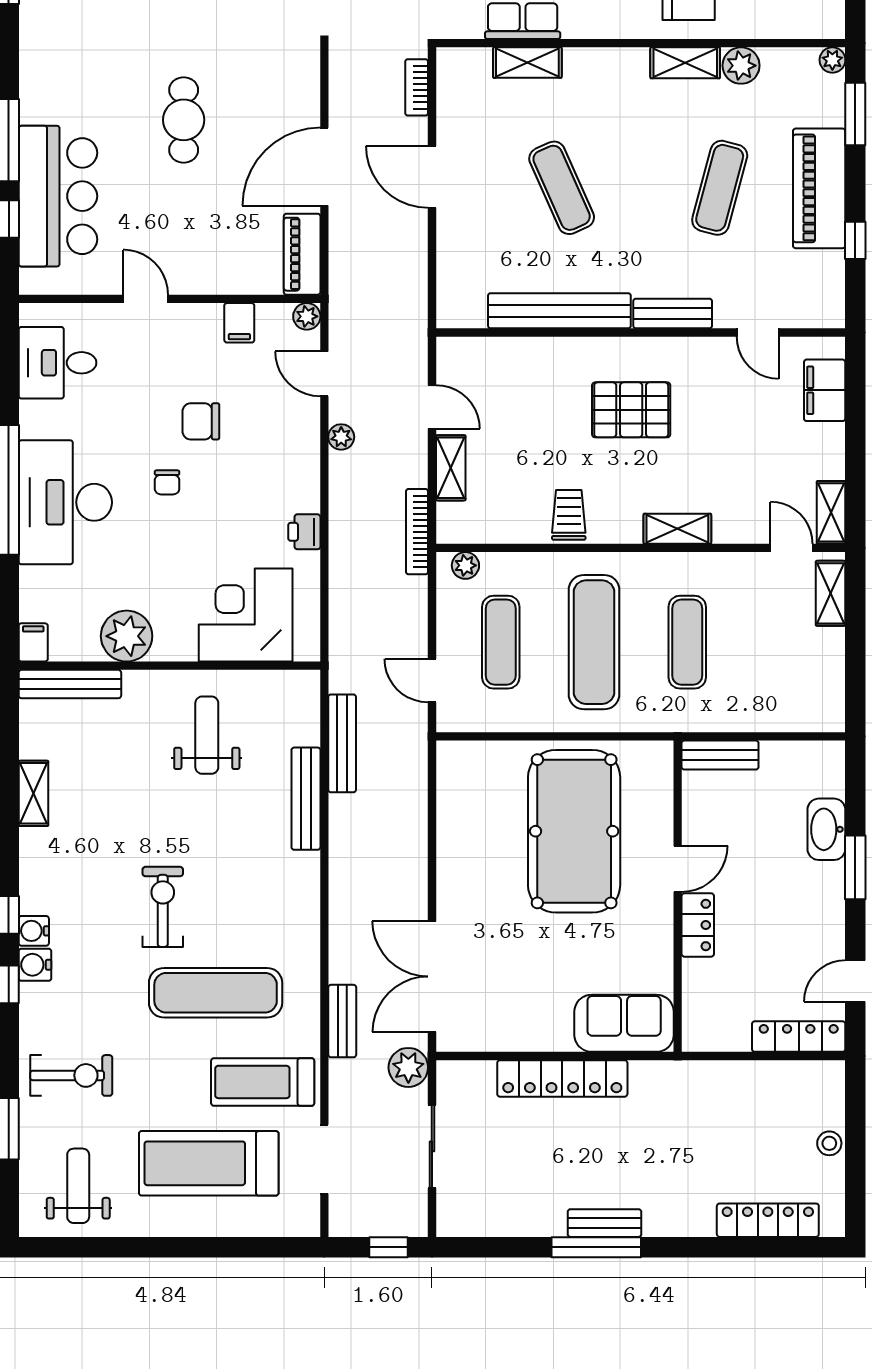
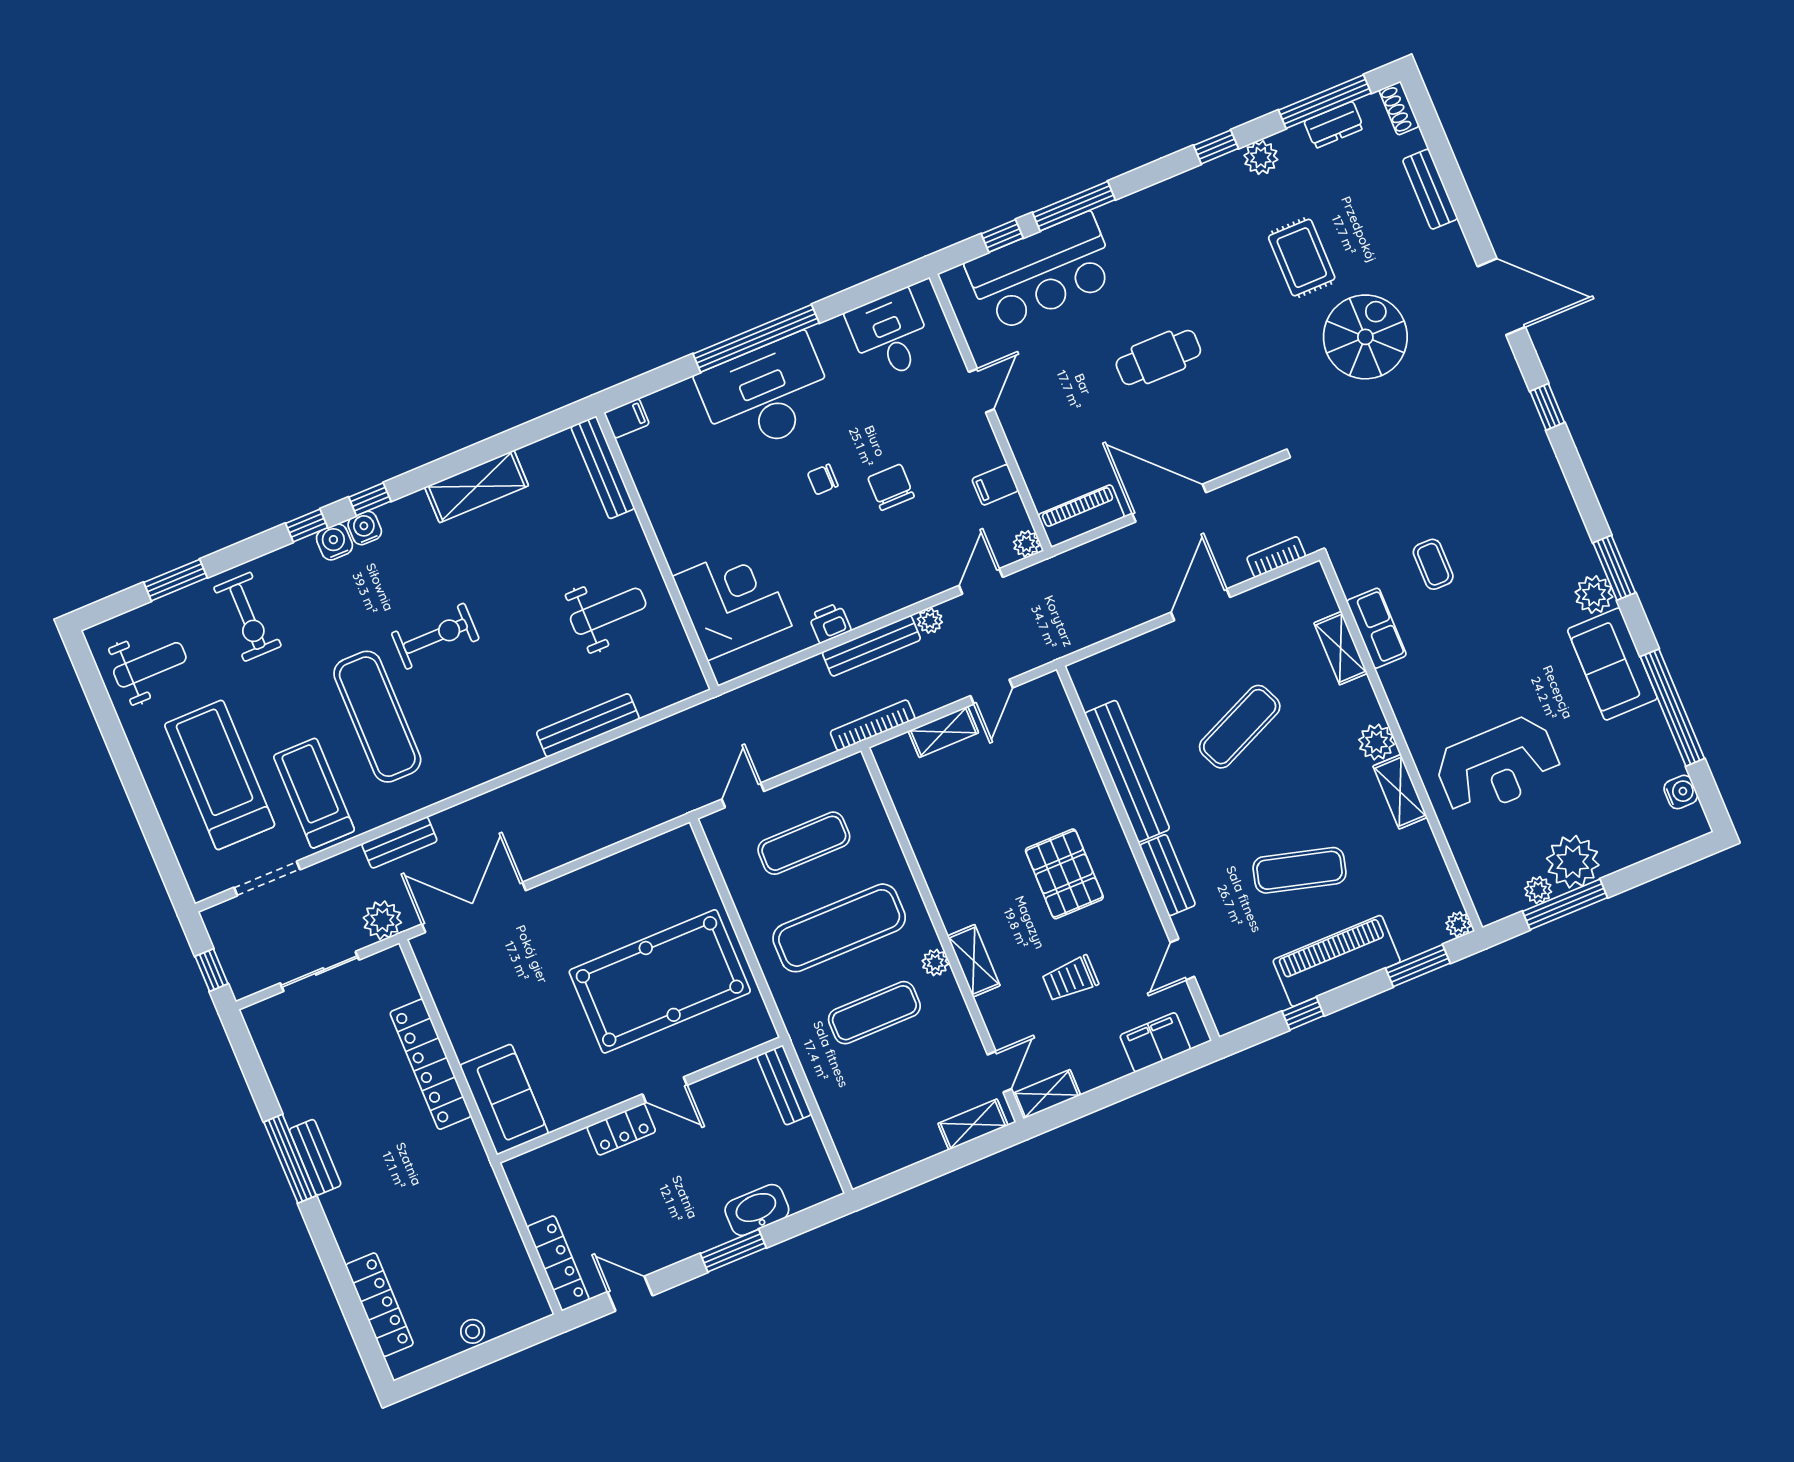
plant: (741, 66) -> (1376, 742), moved
trolley: (569, 515) -> (1070, 979), moved, turned 180
plant: (465, 565) -> (935, 963), moved
plant: (127, 636) -> (668, 501), removed
bench: (342, 743) -> (871, 646), moved
shelving: (33, 793) -> (477, 486), width x1.50, depth x1.33

